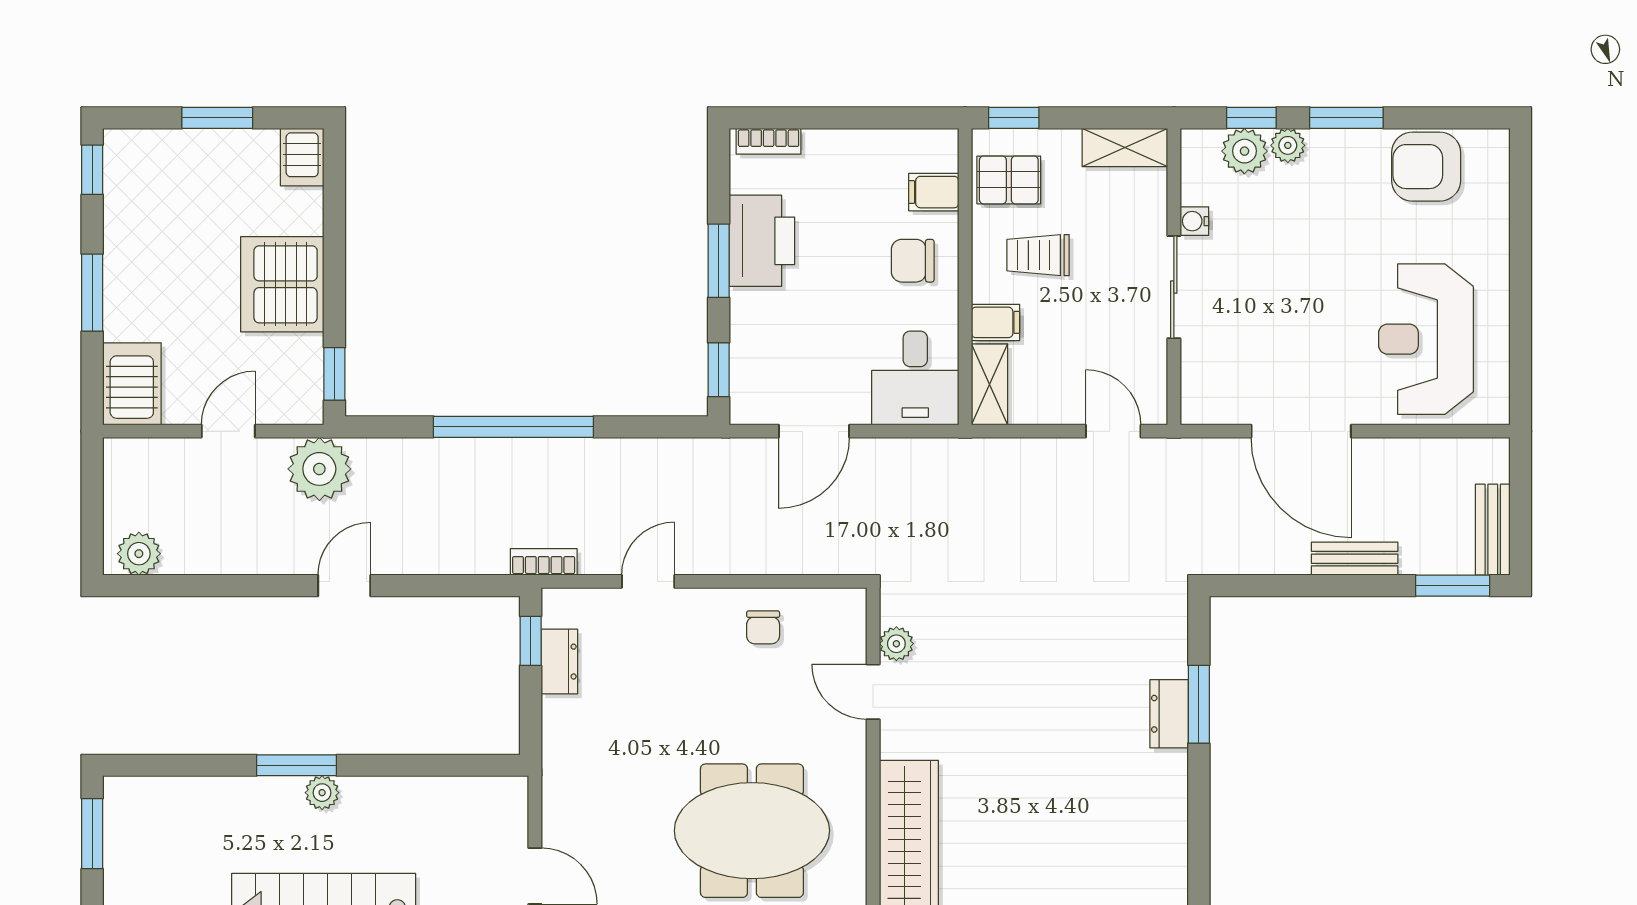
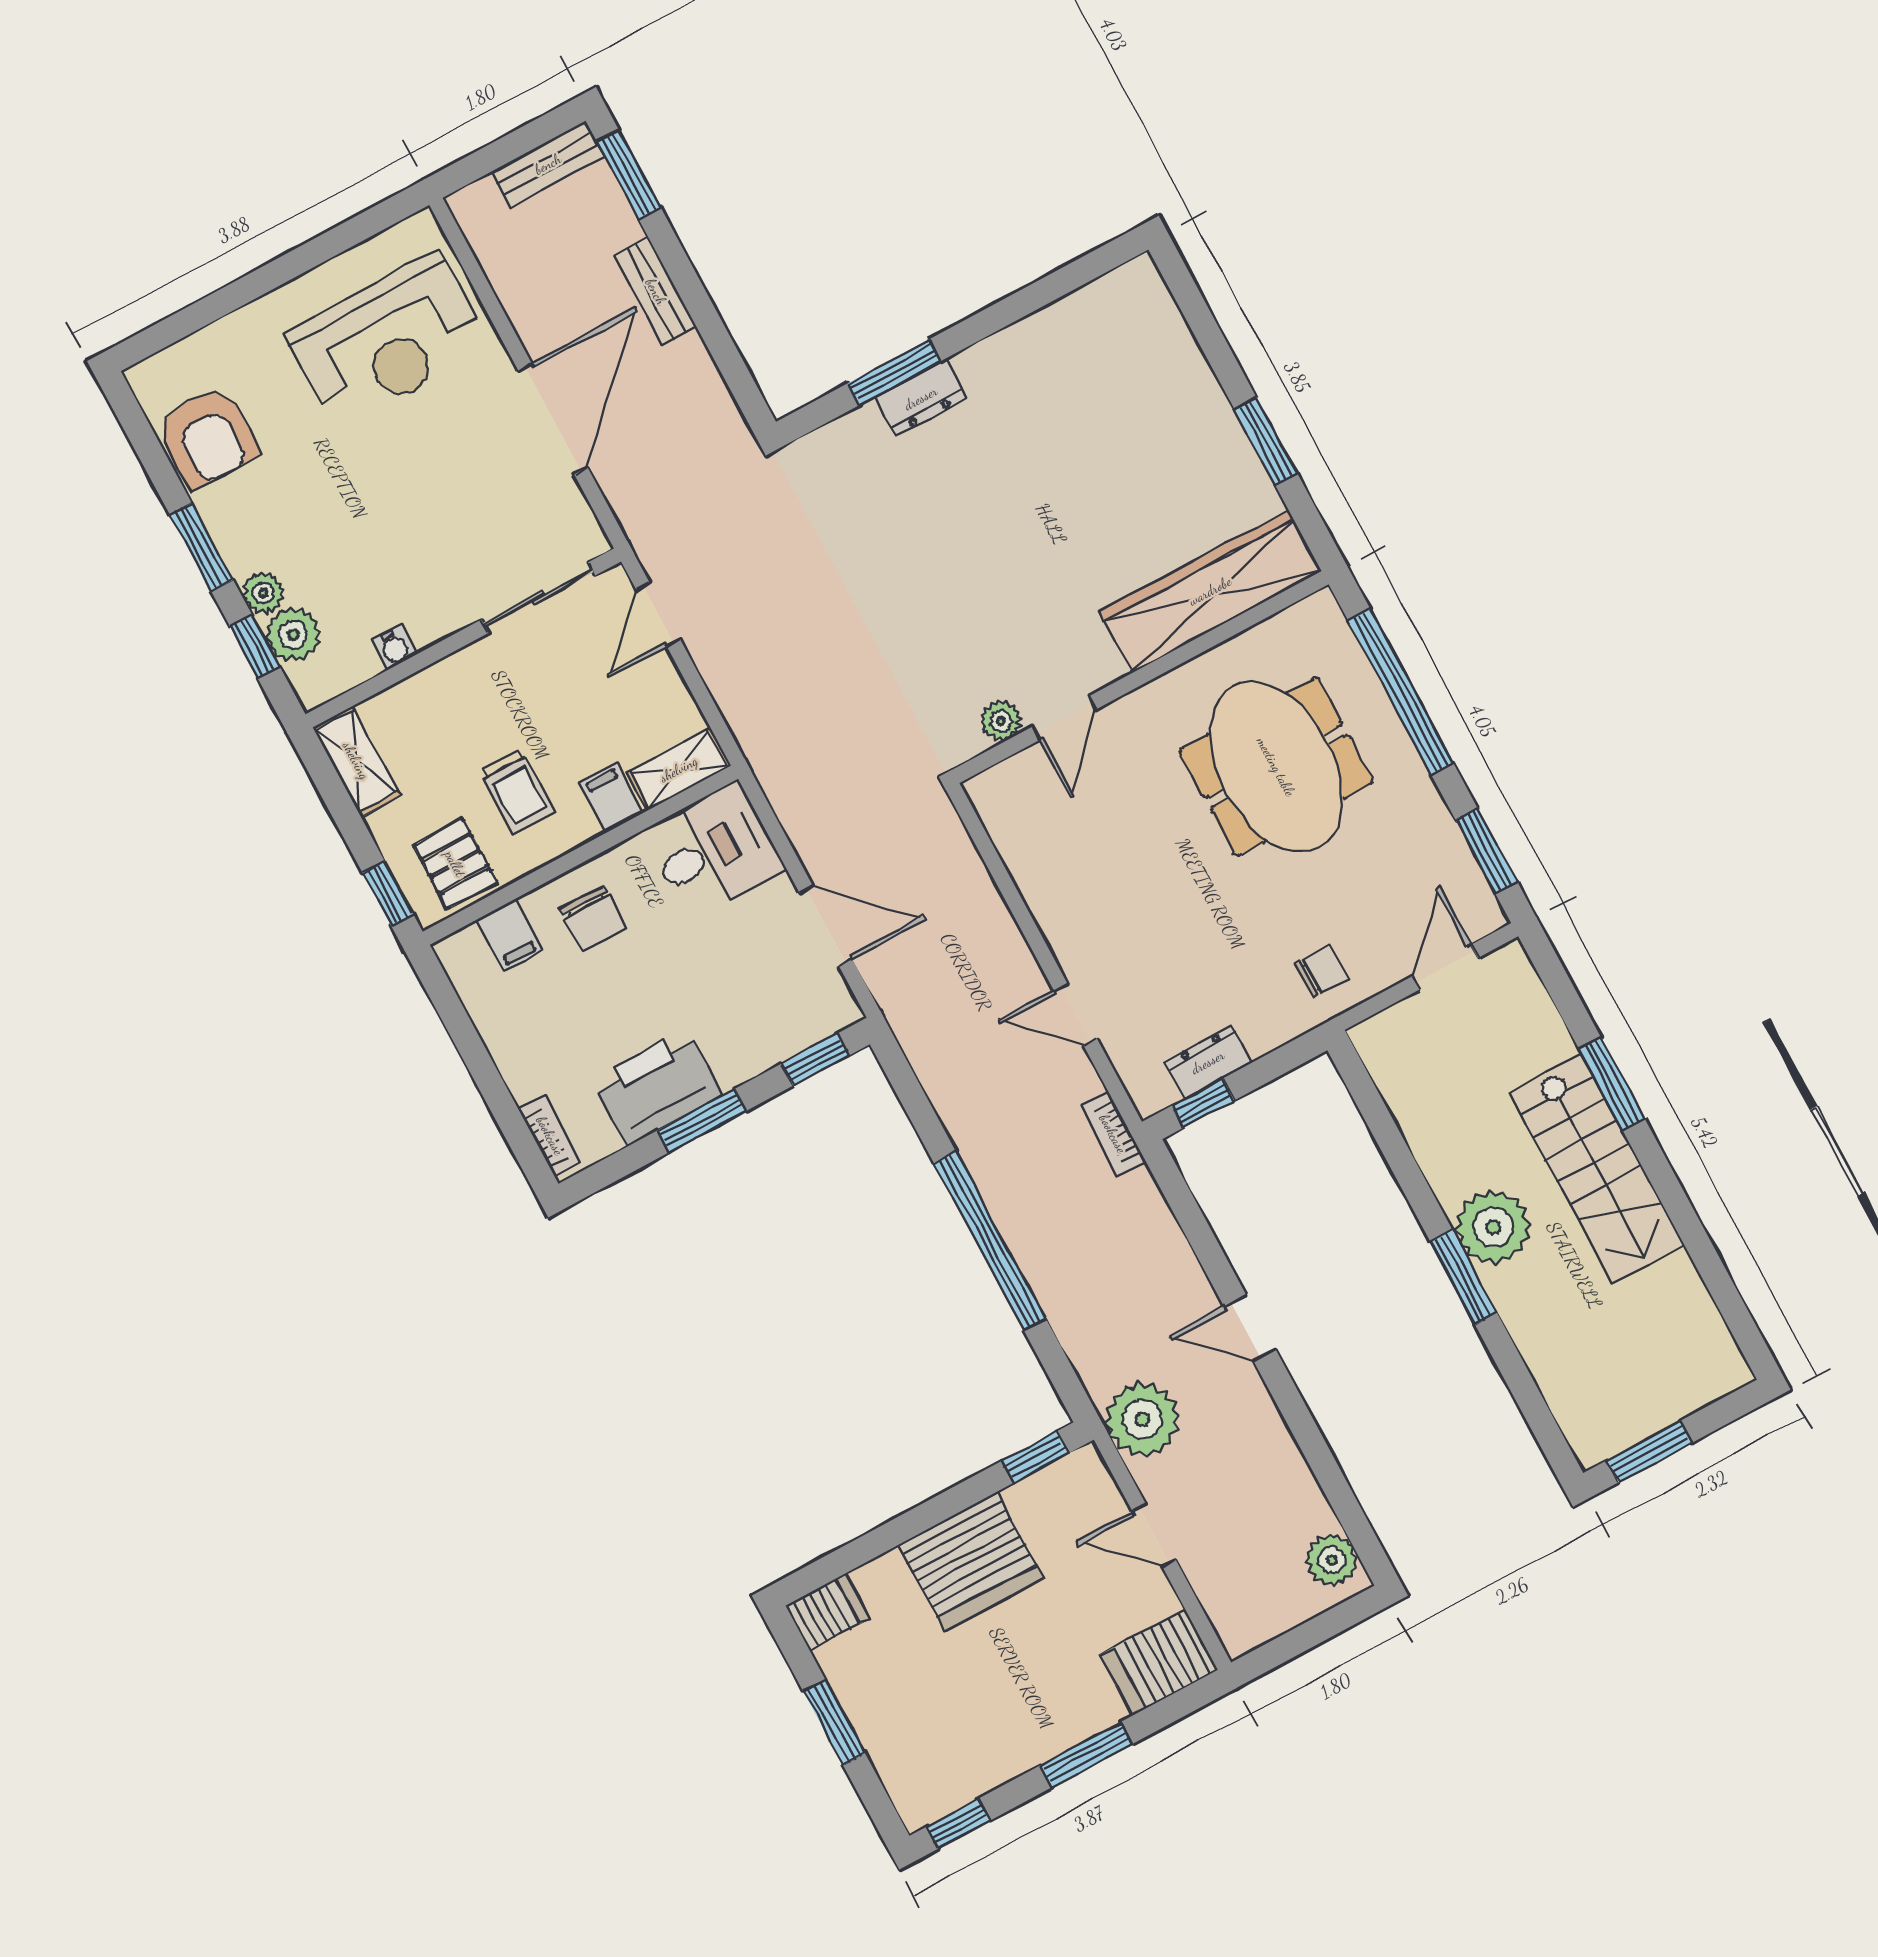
sliding door: (1174, 287) -> (538, 598), moved
chair: (763, 627) -> (1321, 972), moved
plant: (322, 793) -> (1493, 1227), width x1.87, depth x1.87

